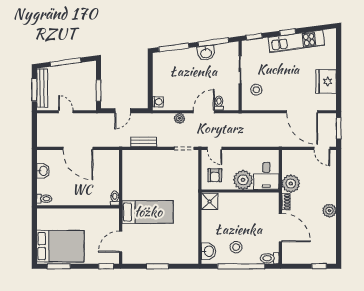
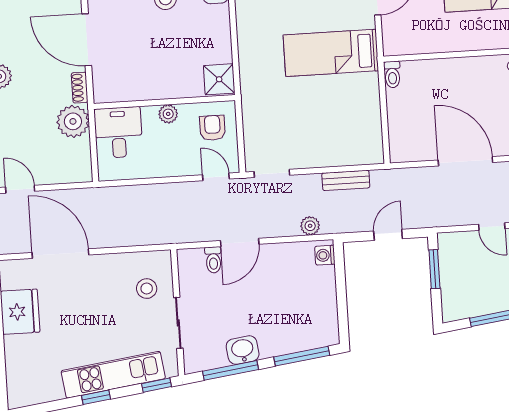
kitchen unit: (296, 41) -> (113, 375), moved
plant: (179, 118) -> (310, 226), moved
plant: (243, 180) -> (168, 114), width x0.53, depth x0.53

